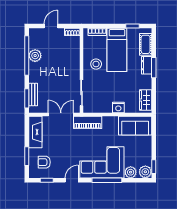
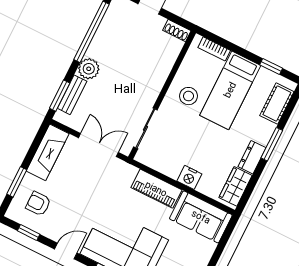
plant: (35, 56) -> (89, 69), moved
dresser: (147, 65) -> (252, 157), moved
piano: (88, 122) -> (156, 189), moved

